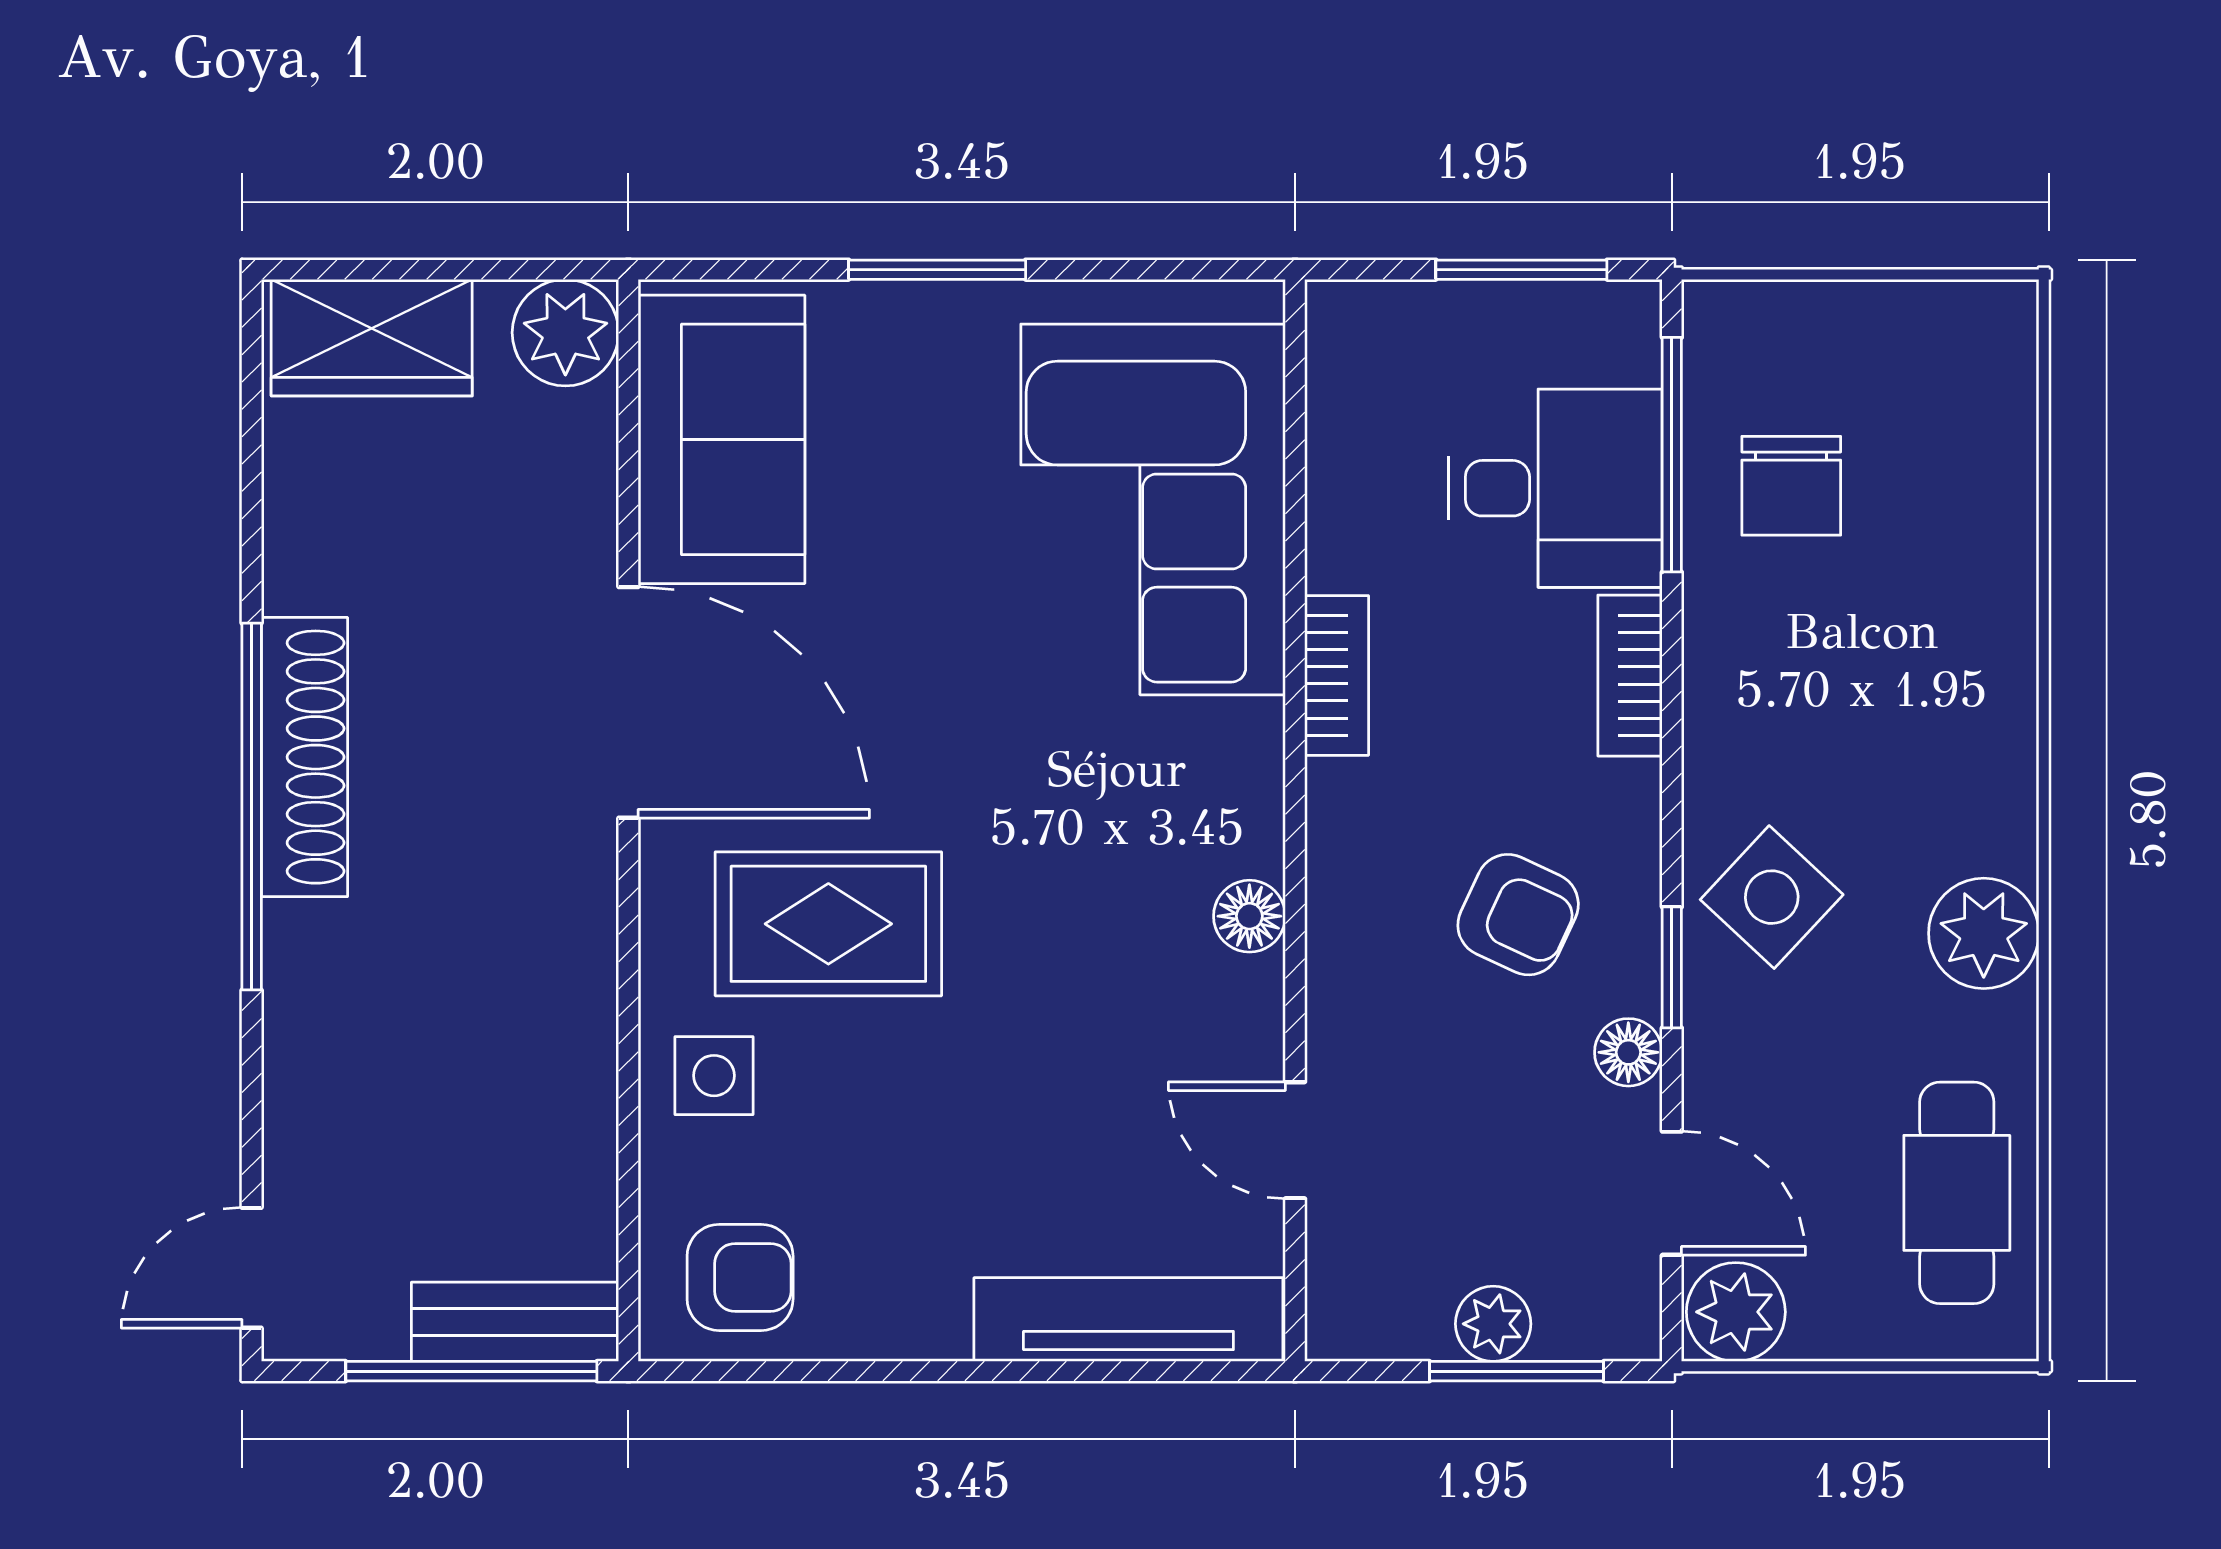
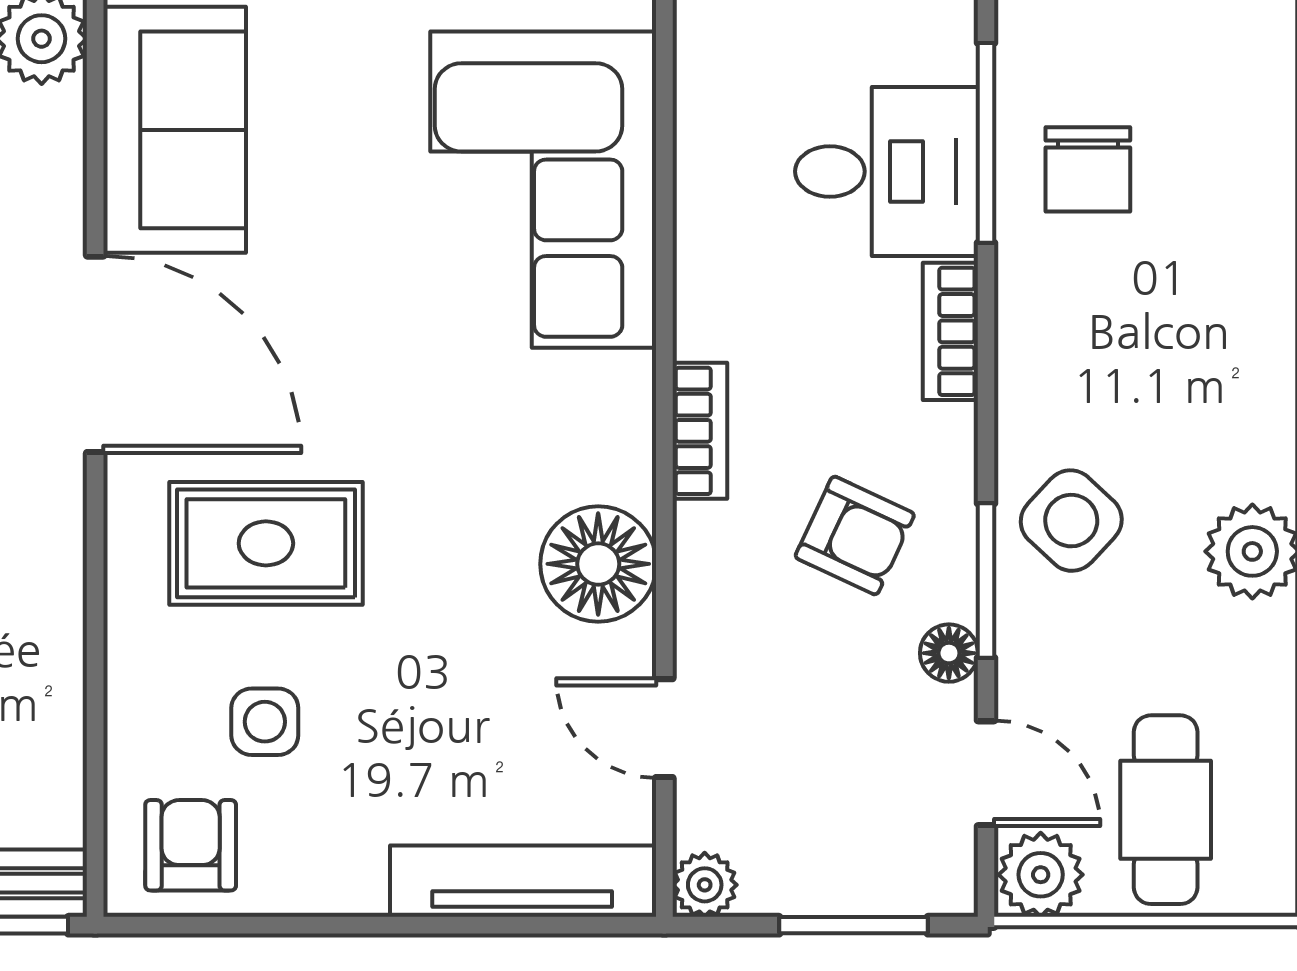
bookcase: (1337, 675) -> (700, 431), moved
floor lamp: (1249, 916) -> (598, 564), width x1.89, depth x1.89
window: (1672, 967) -> (986, 581), width x1.50
side table: (714, 1076) -> (265, 722), moved
cafe table: (1957, 1193) -> (1166, 810), moved
armchair: (740, 1277) -> (191, 845), turned -90
plant: (1493, 1324) -> (705, 885), moved

